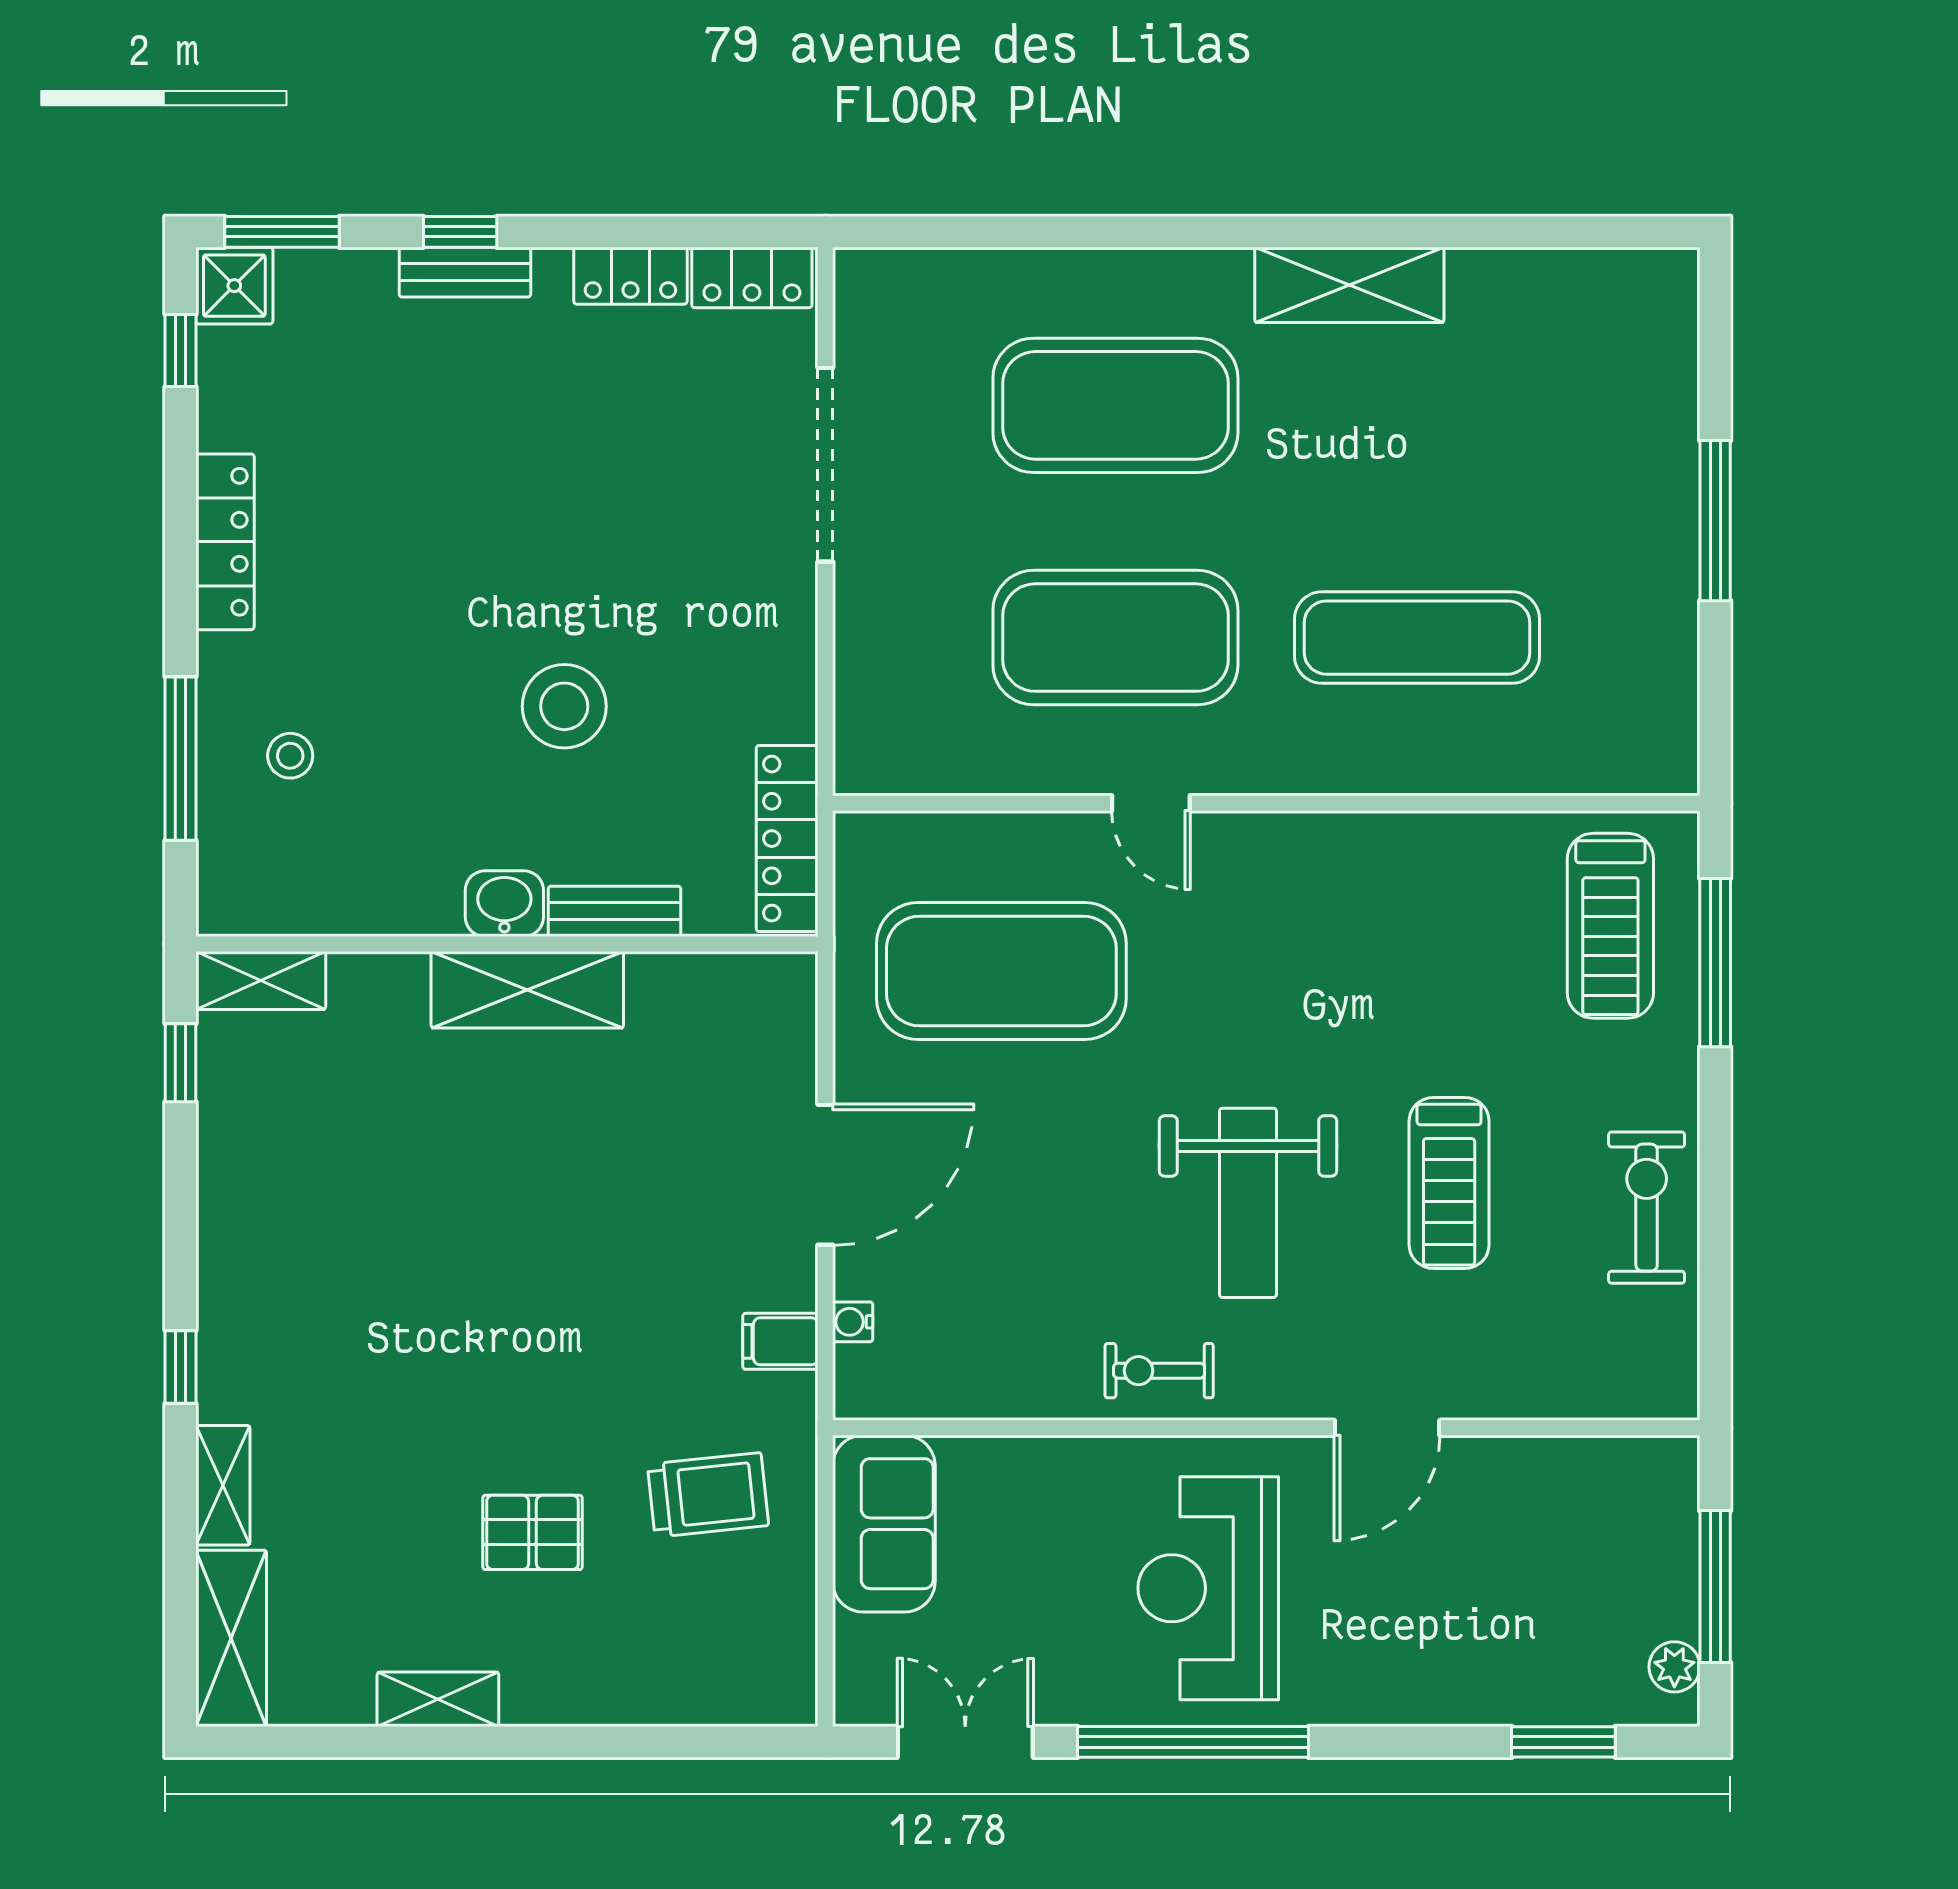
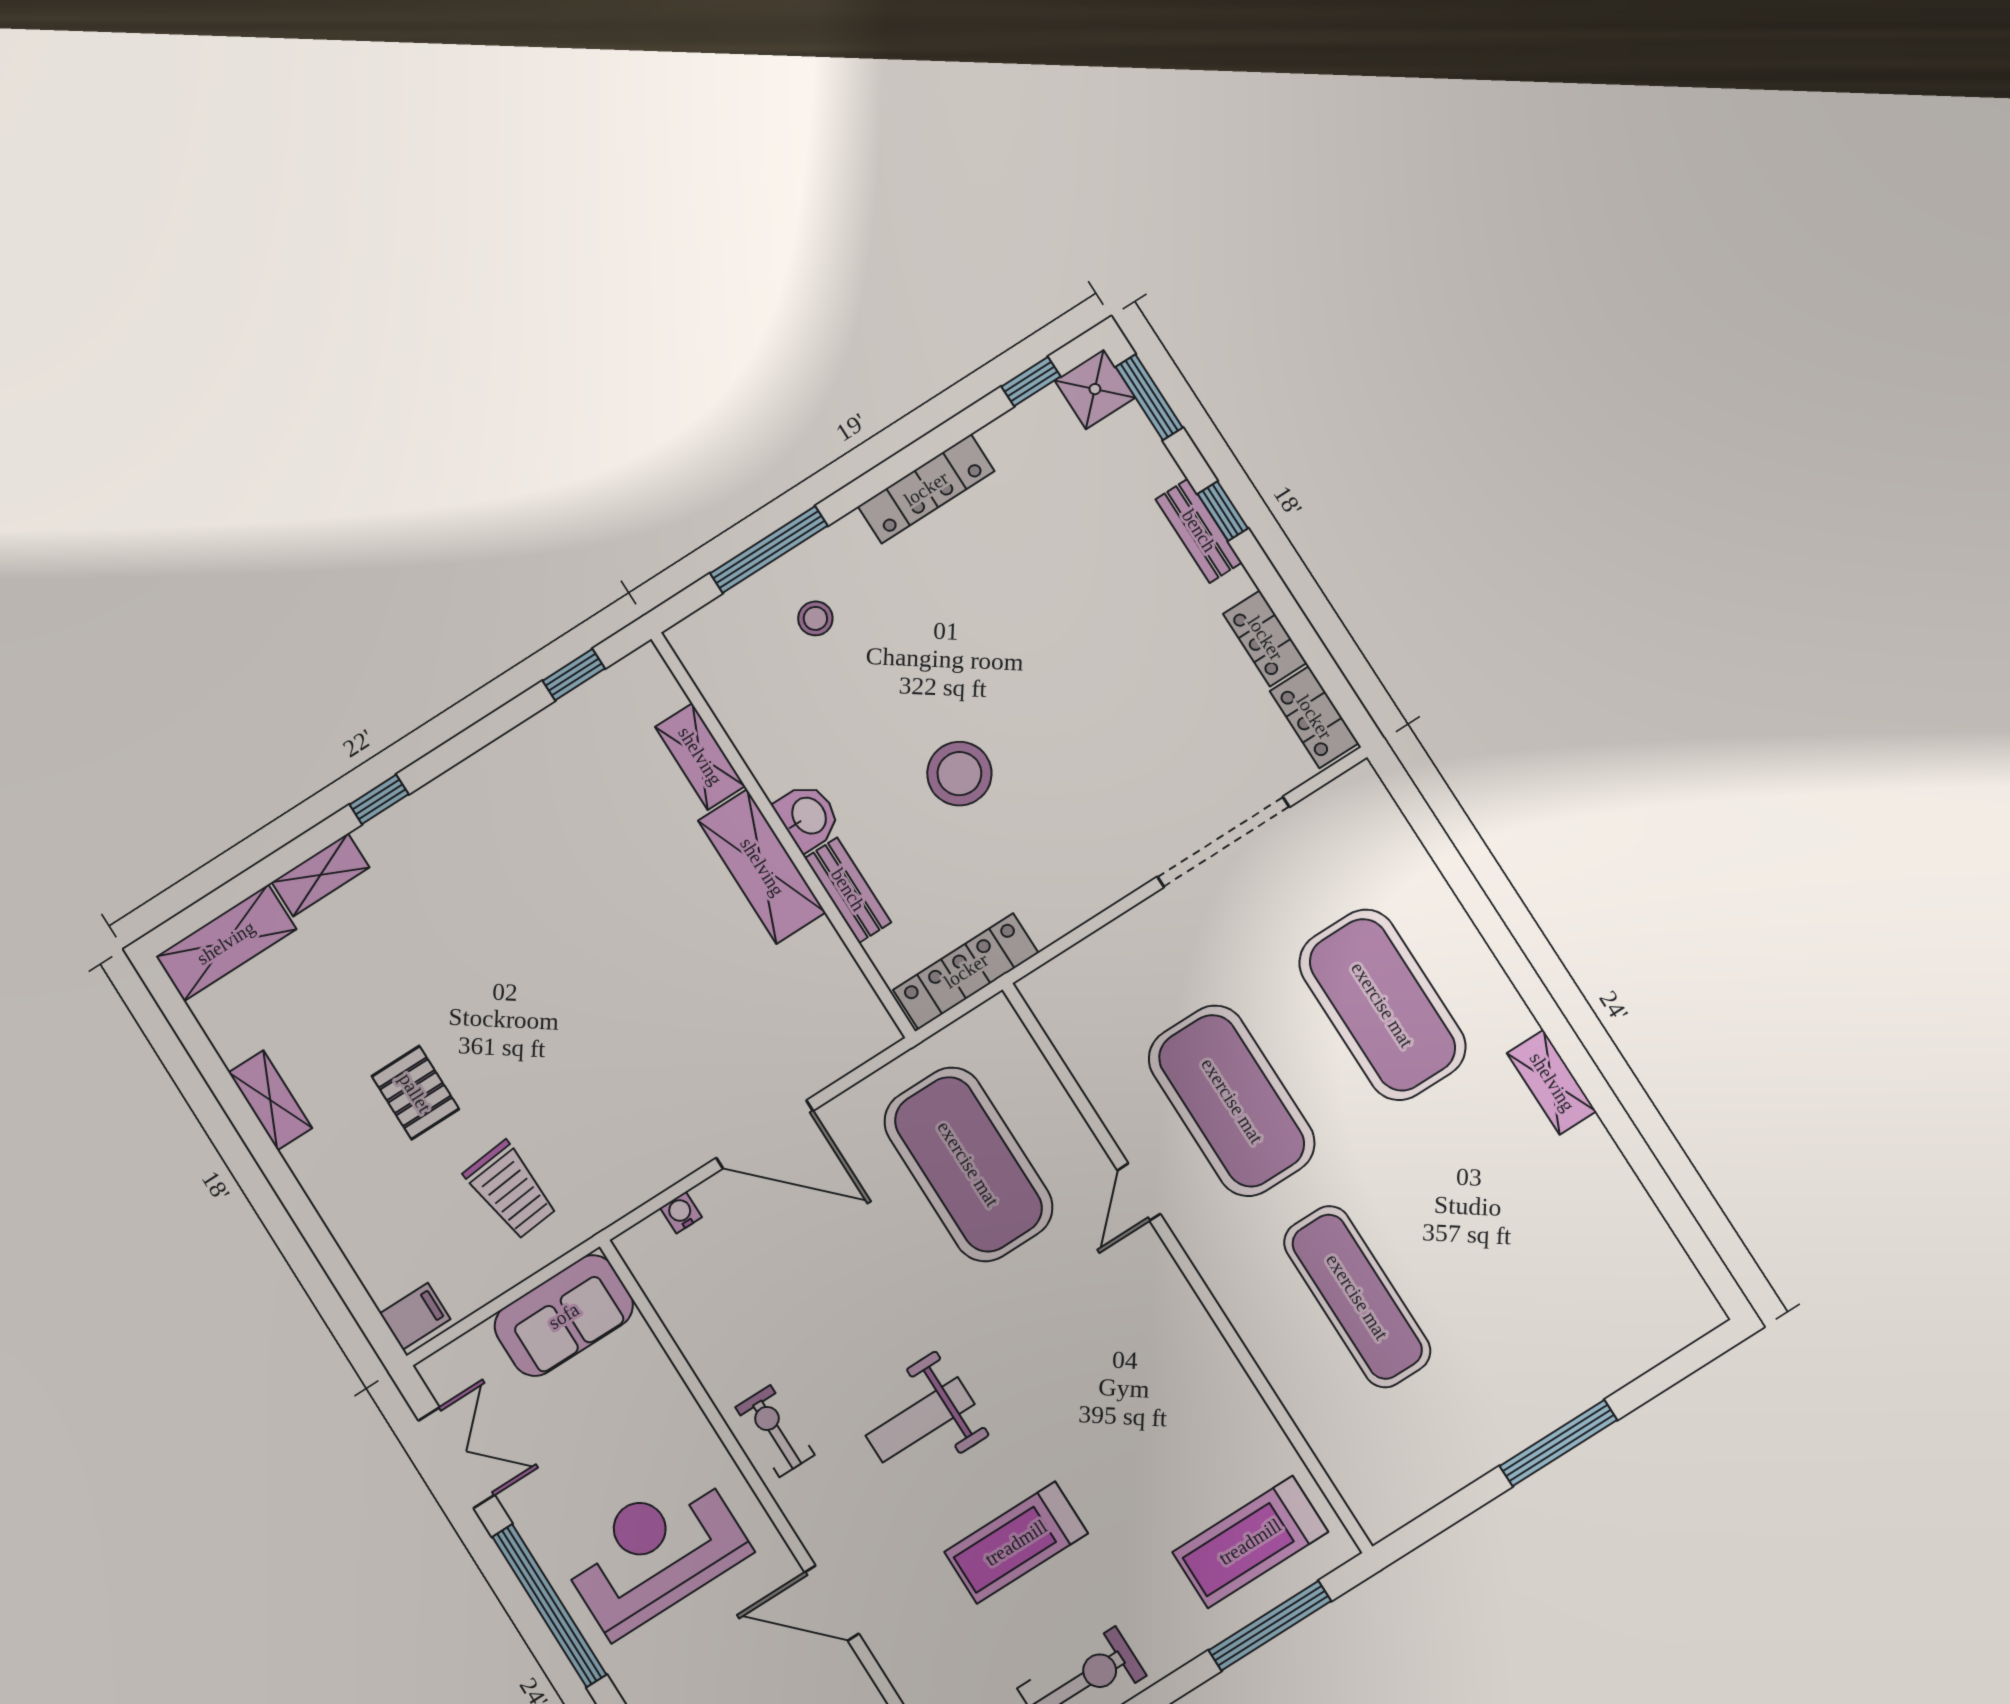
shelving: (1349, 285) -> (1552, 1082), width x0.67, depth x0.75
shelving: (261, 981) -> (700, 756), moved
weight bench: (1248, 1203) -> (920, 1420), width x0.73, depth x0.75
filing cabinet: (780, 1341) -> (415, 1316), moved, turned 90

